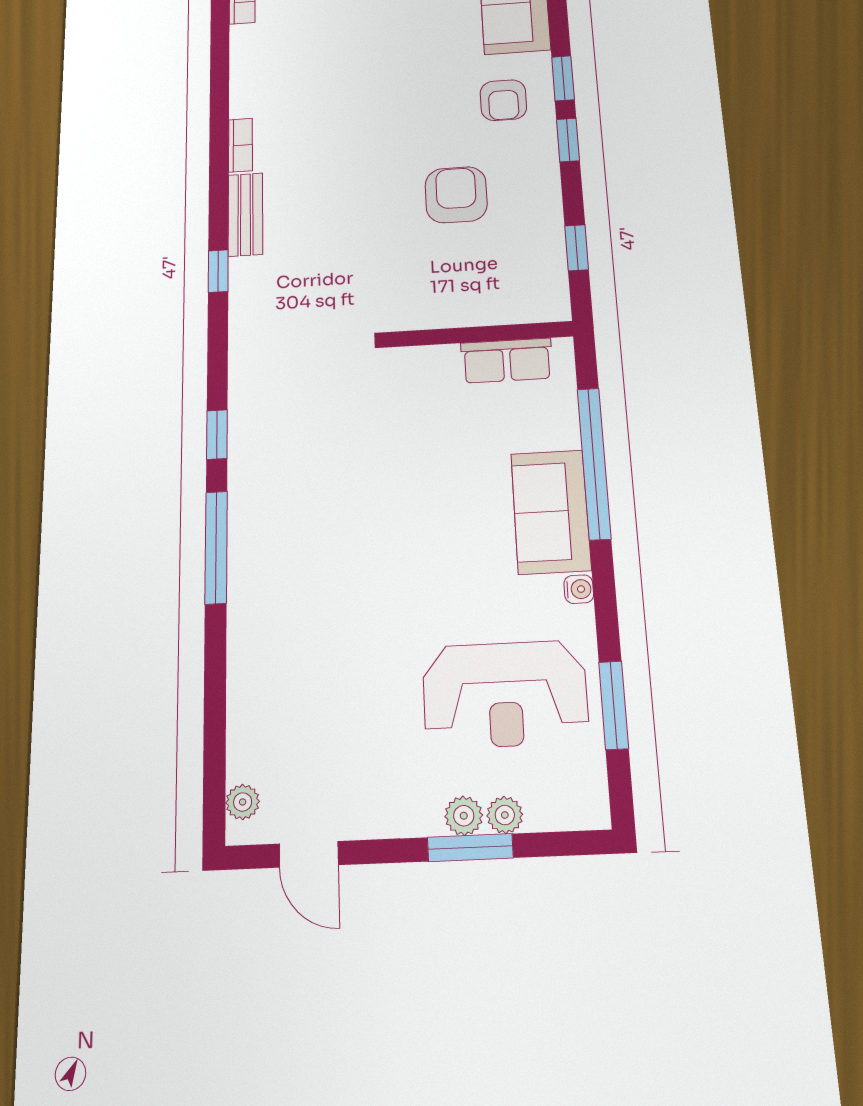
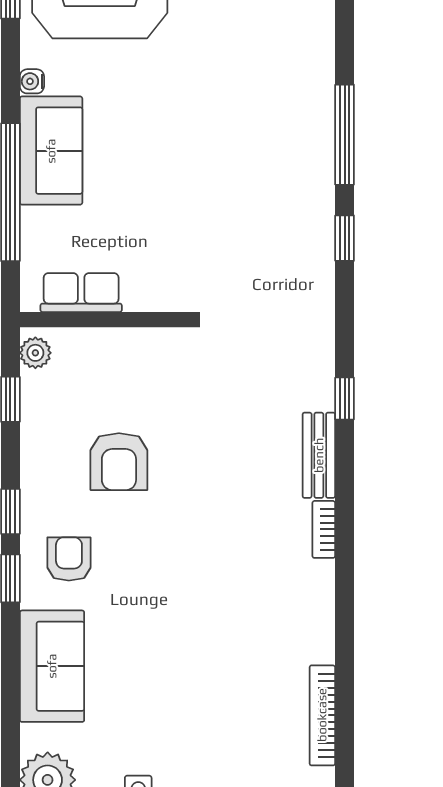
plant: (553, 296) -> (35, 353), added

